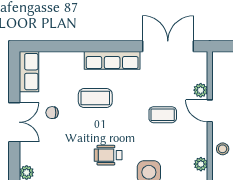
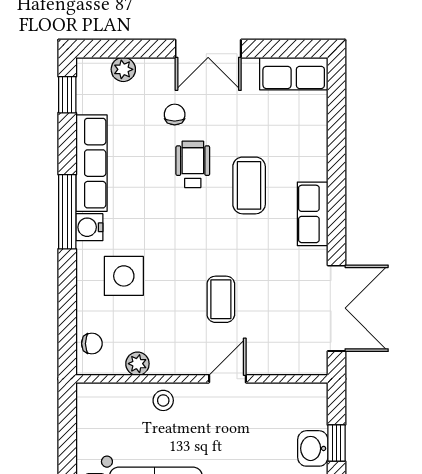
row of seats: (112, 60) -> (313, 214), width x0.68
plant: (201, 90) -> (262, 363), removed
chair: (52, 113) -> (175, 114), moved
wheelchair: (108, 155) -> (193, 164), moved

